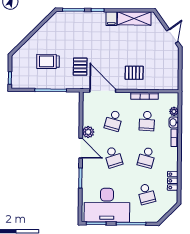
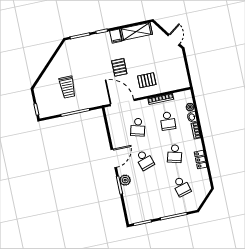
trolley: (48, 61) -> (67, 87), turned -90
pallet: (80, 67) -> (119, 67), moved
plant: (88, 132) -> (125, 180), moved
door: (81, 148) -> (114, 158), hinge flipped
locker: (173, 181) -> (201, 160), moved
desk: (107, 205) -> (148, 204), removed

